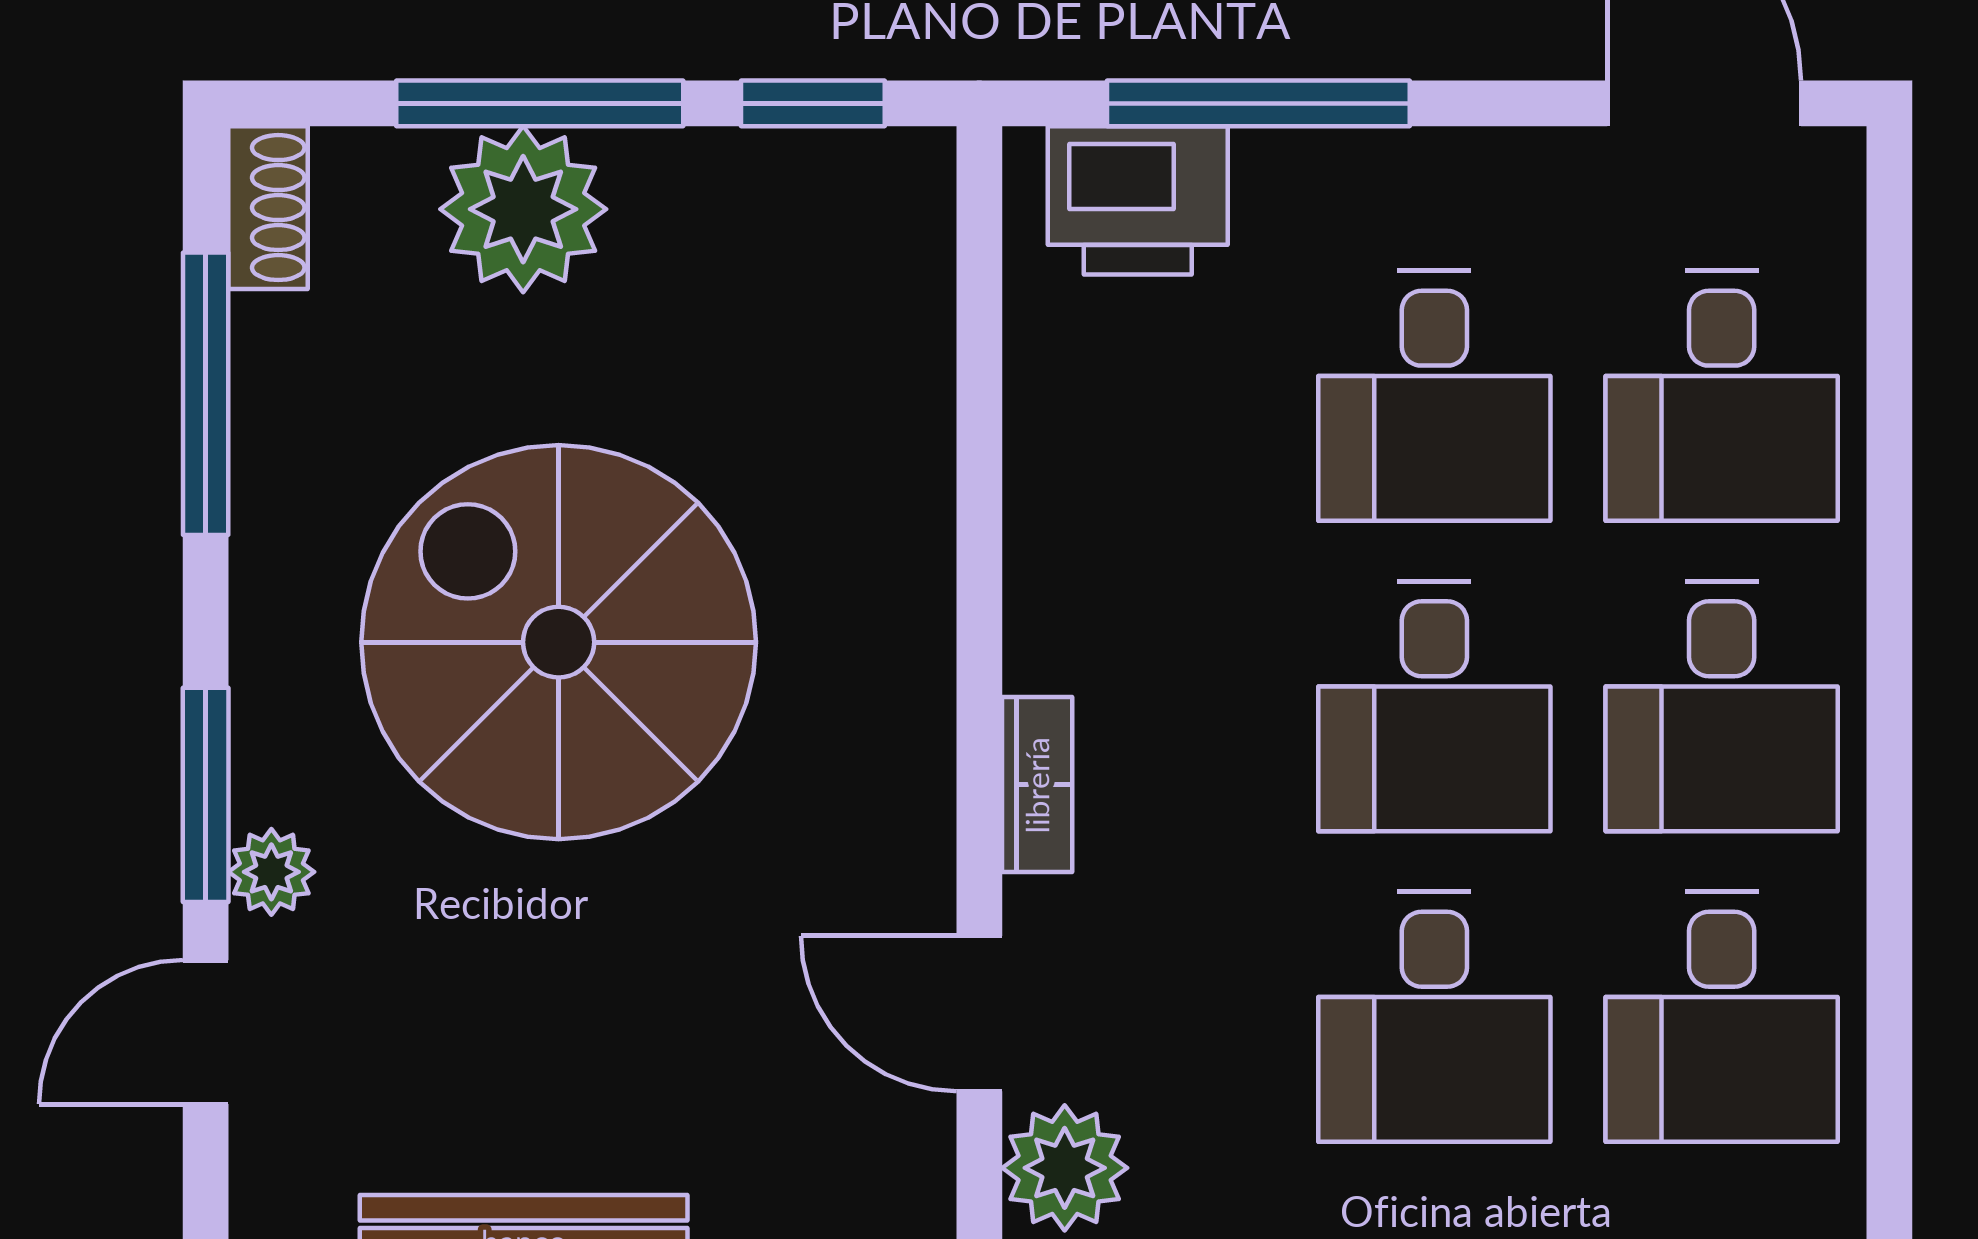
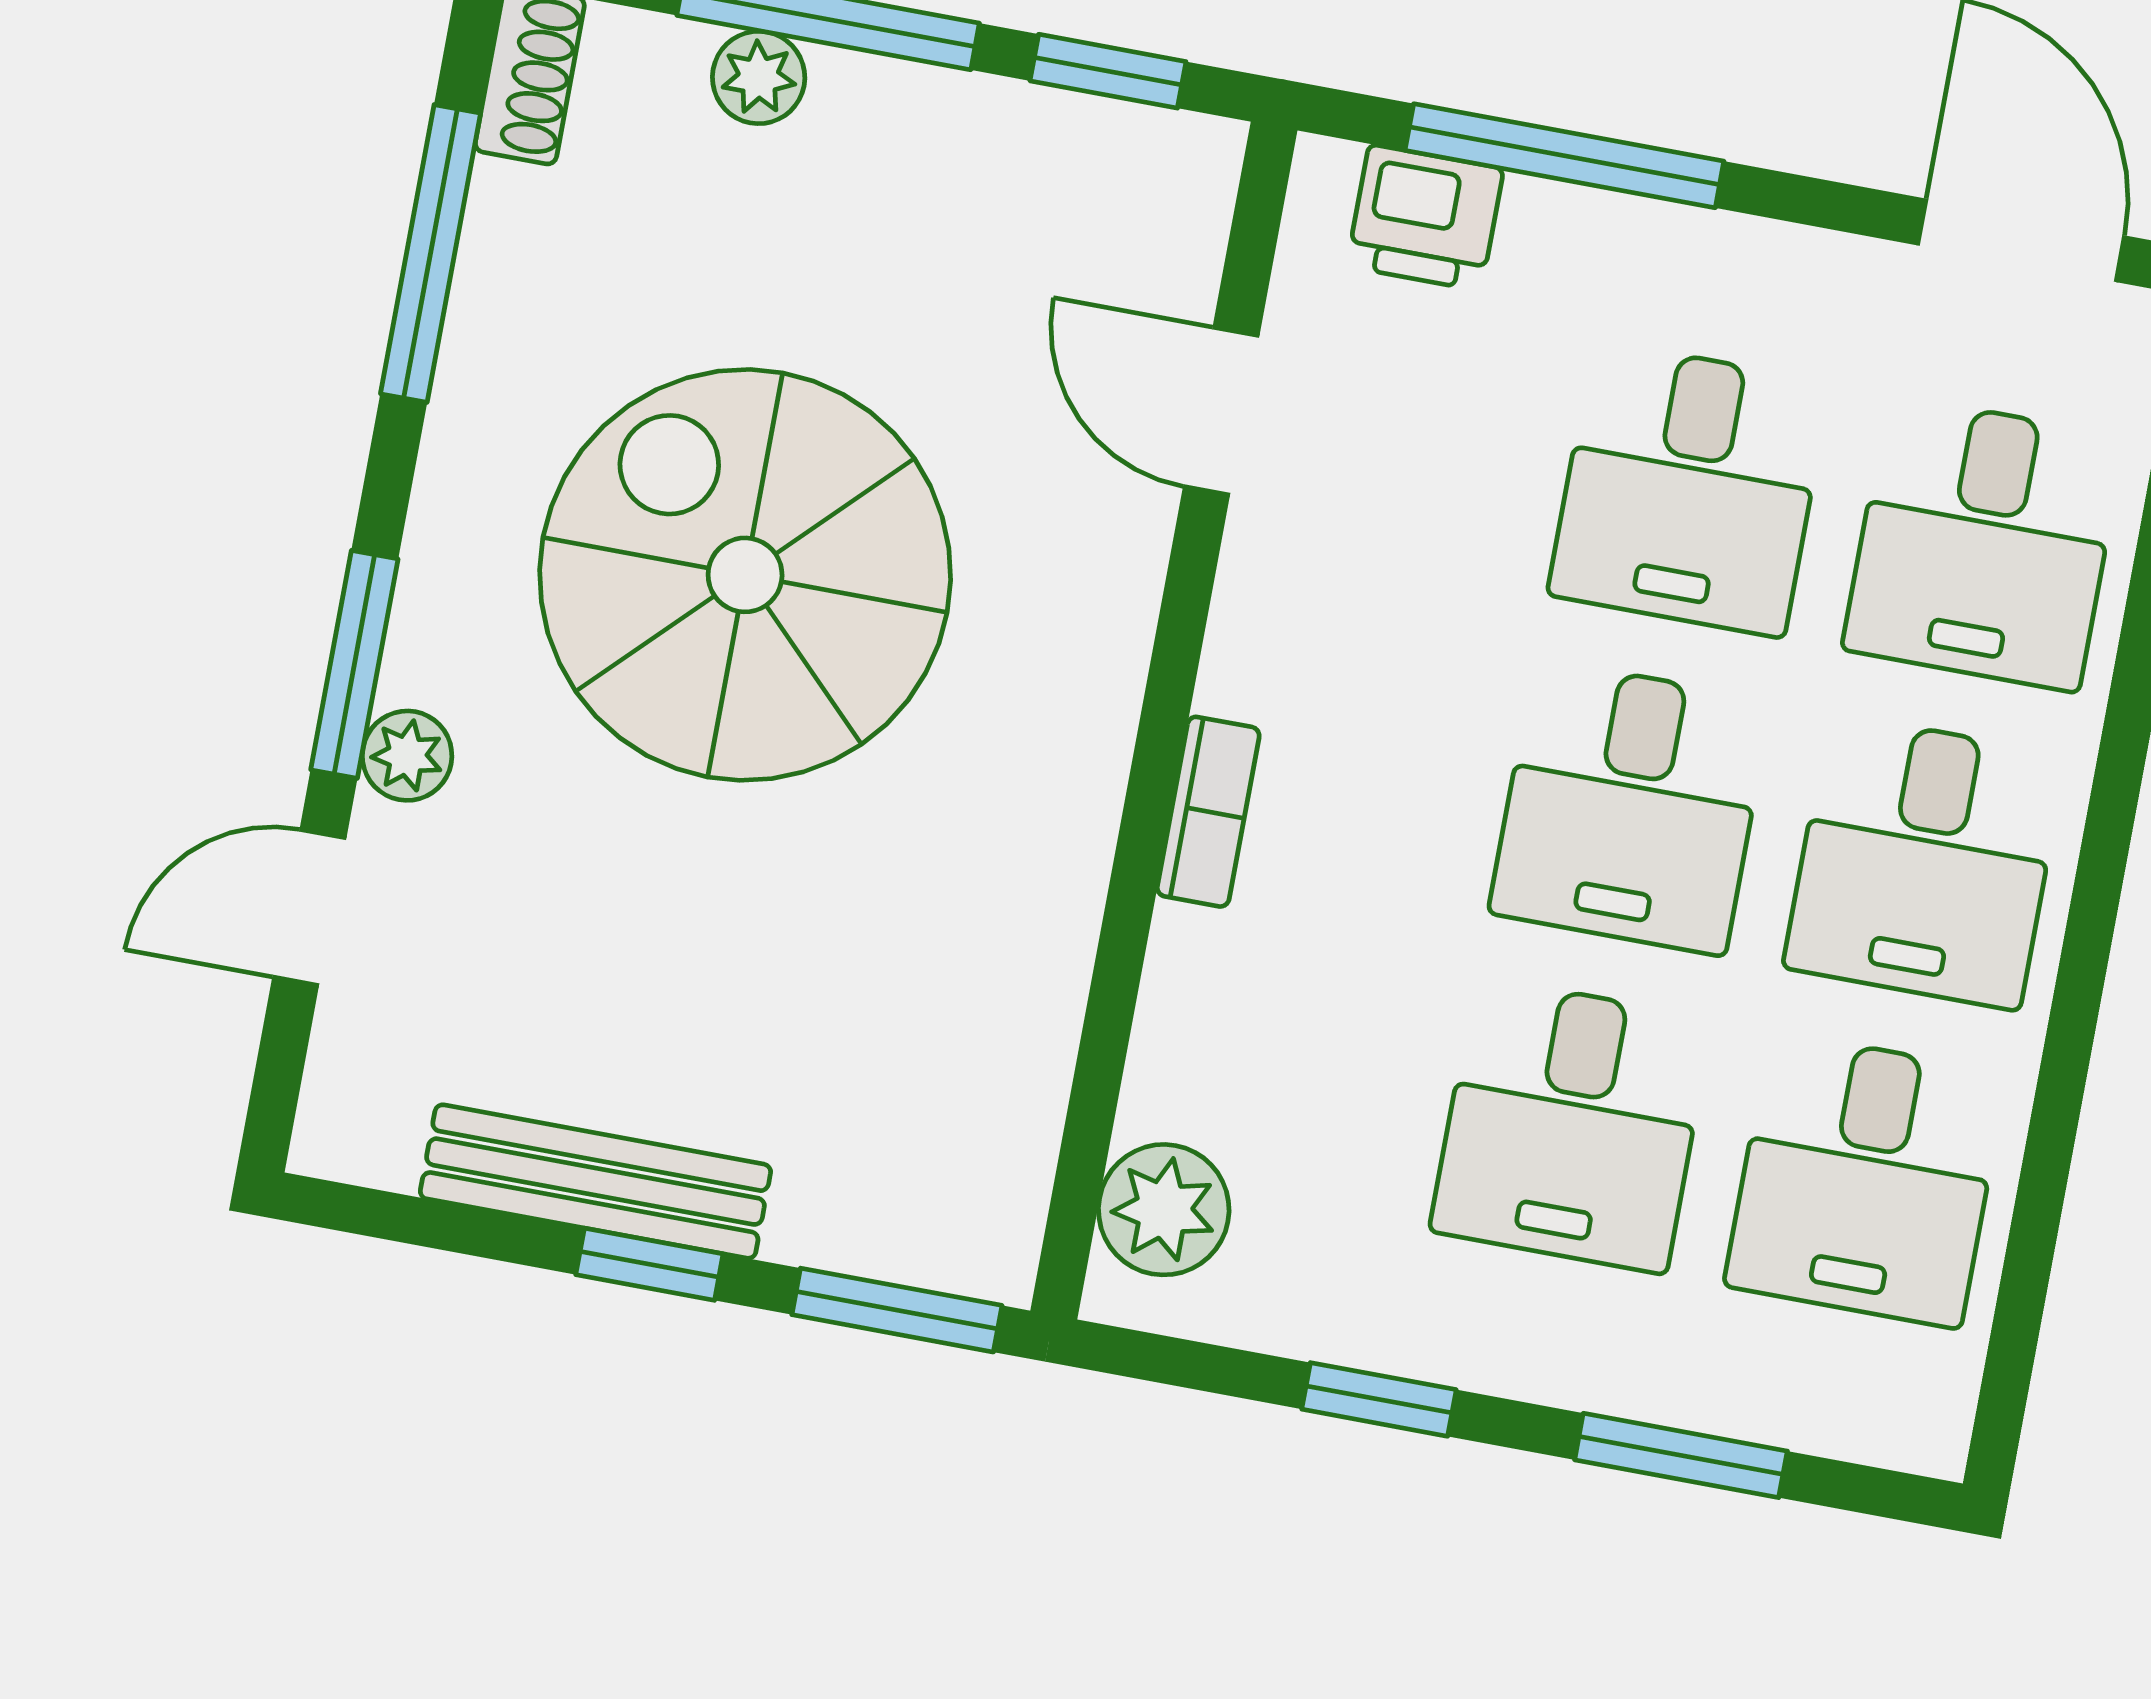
printer: (1138, 200) -> (1425, 217), width x0.73, depth x0.81
plant: (523, 209) -> (759, 77), width x0.53, depth x0.53
door: (979, 1014) -> (1221, 411), moved

